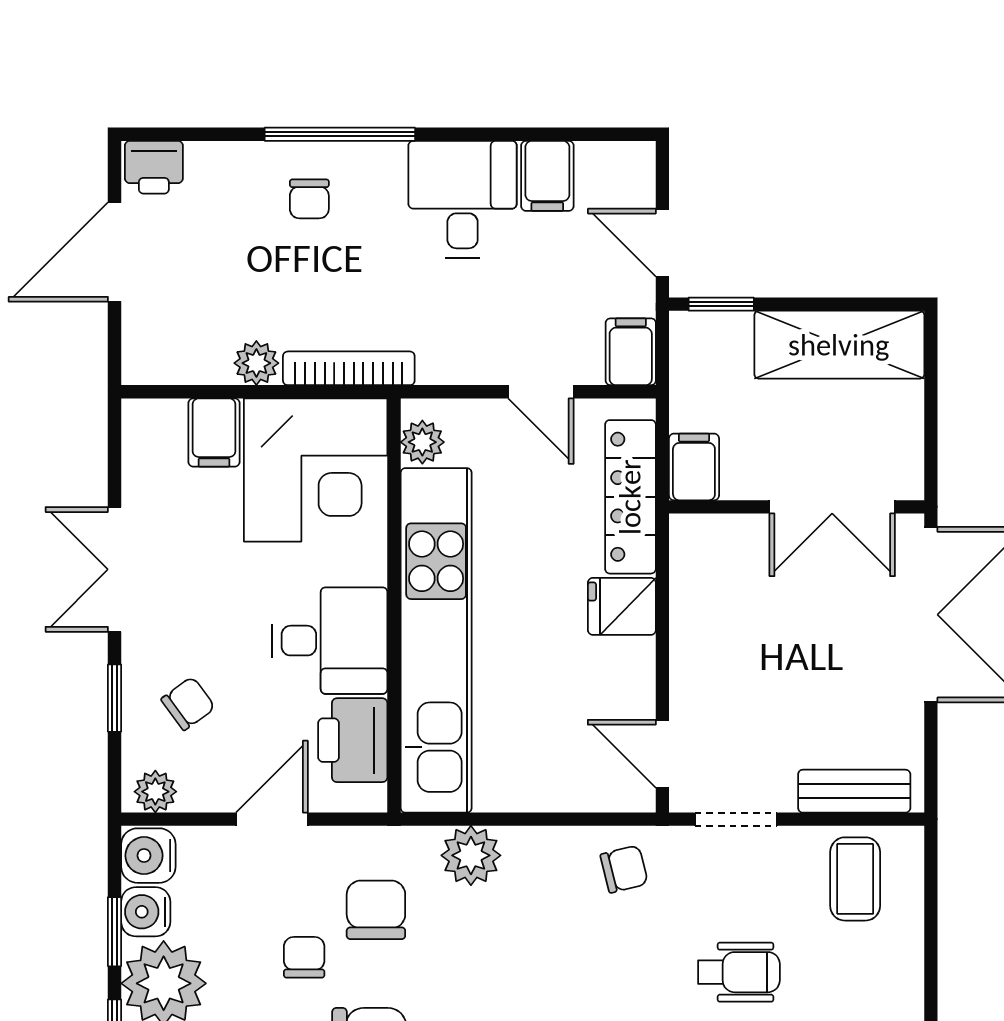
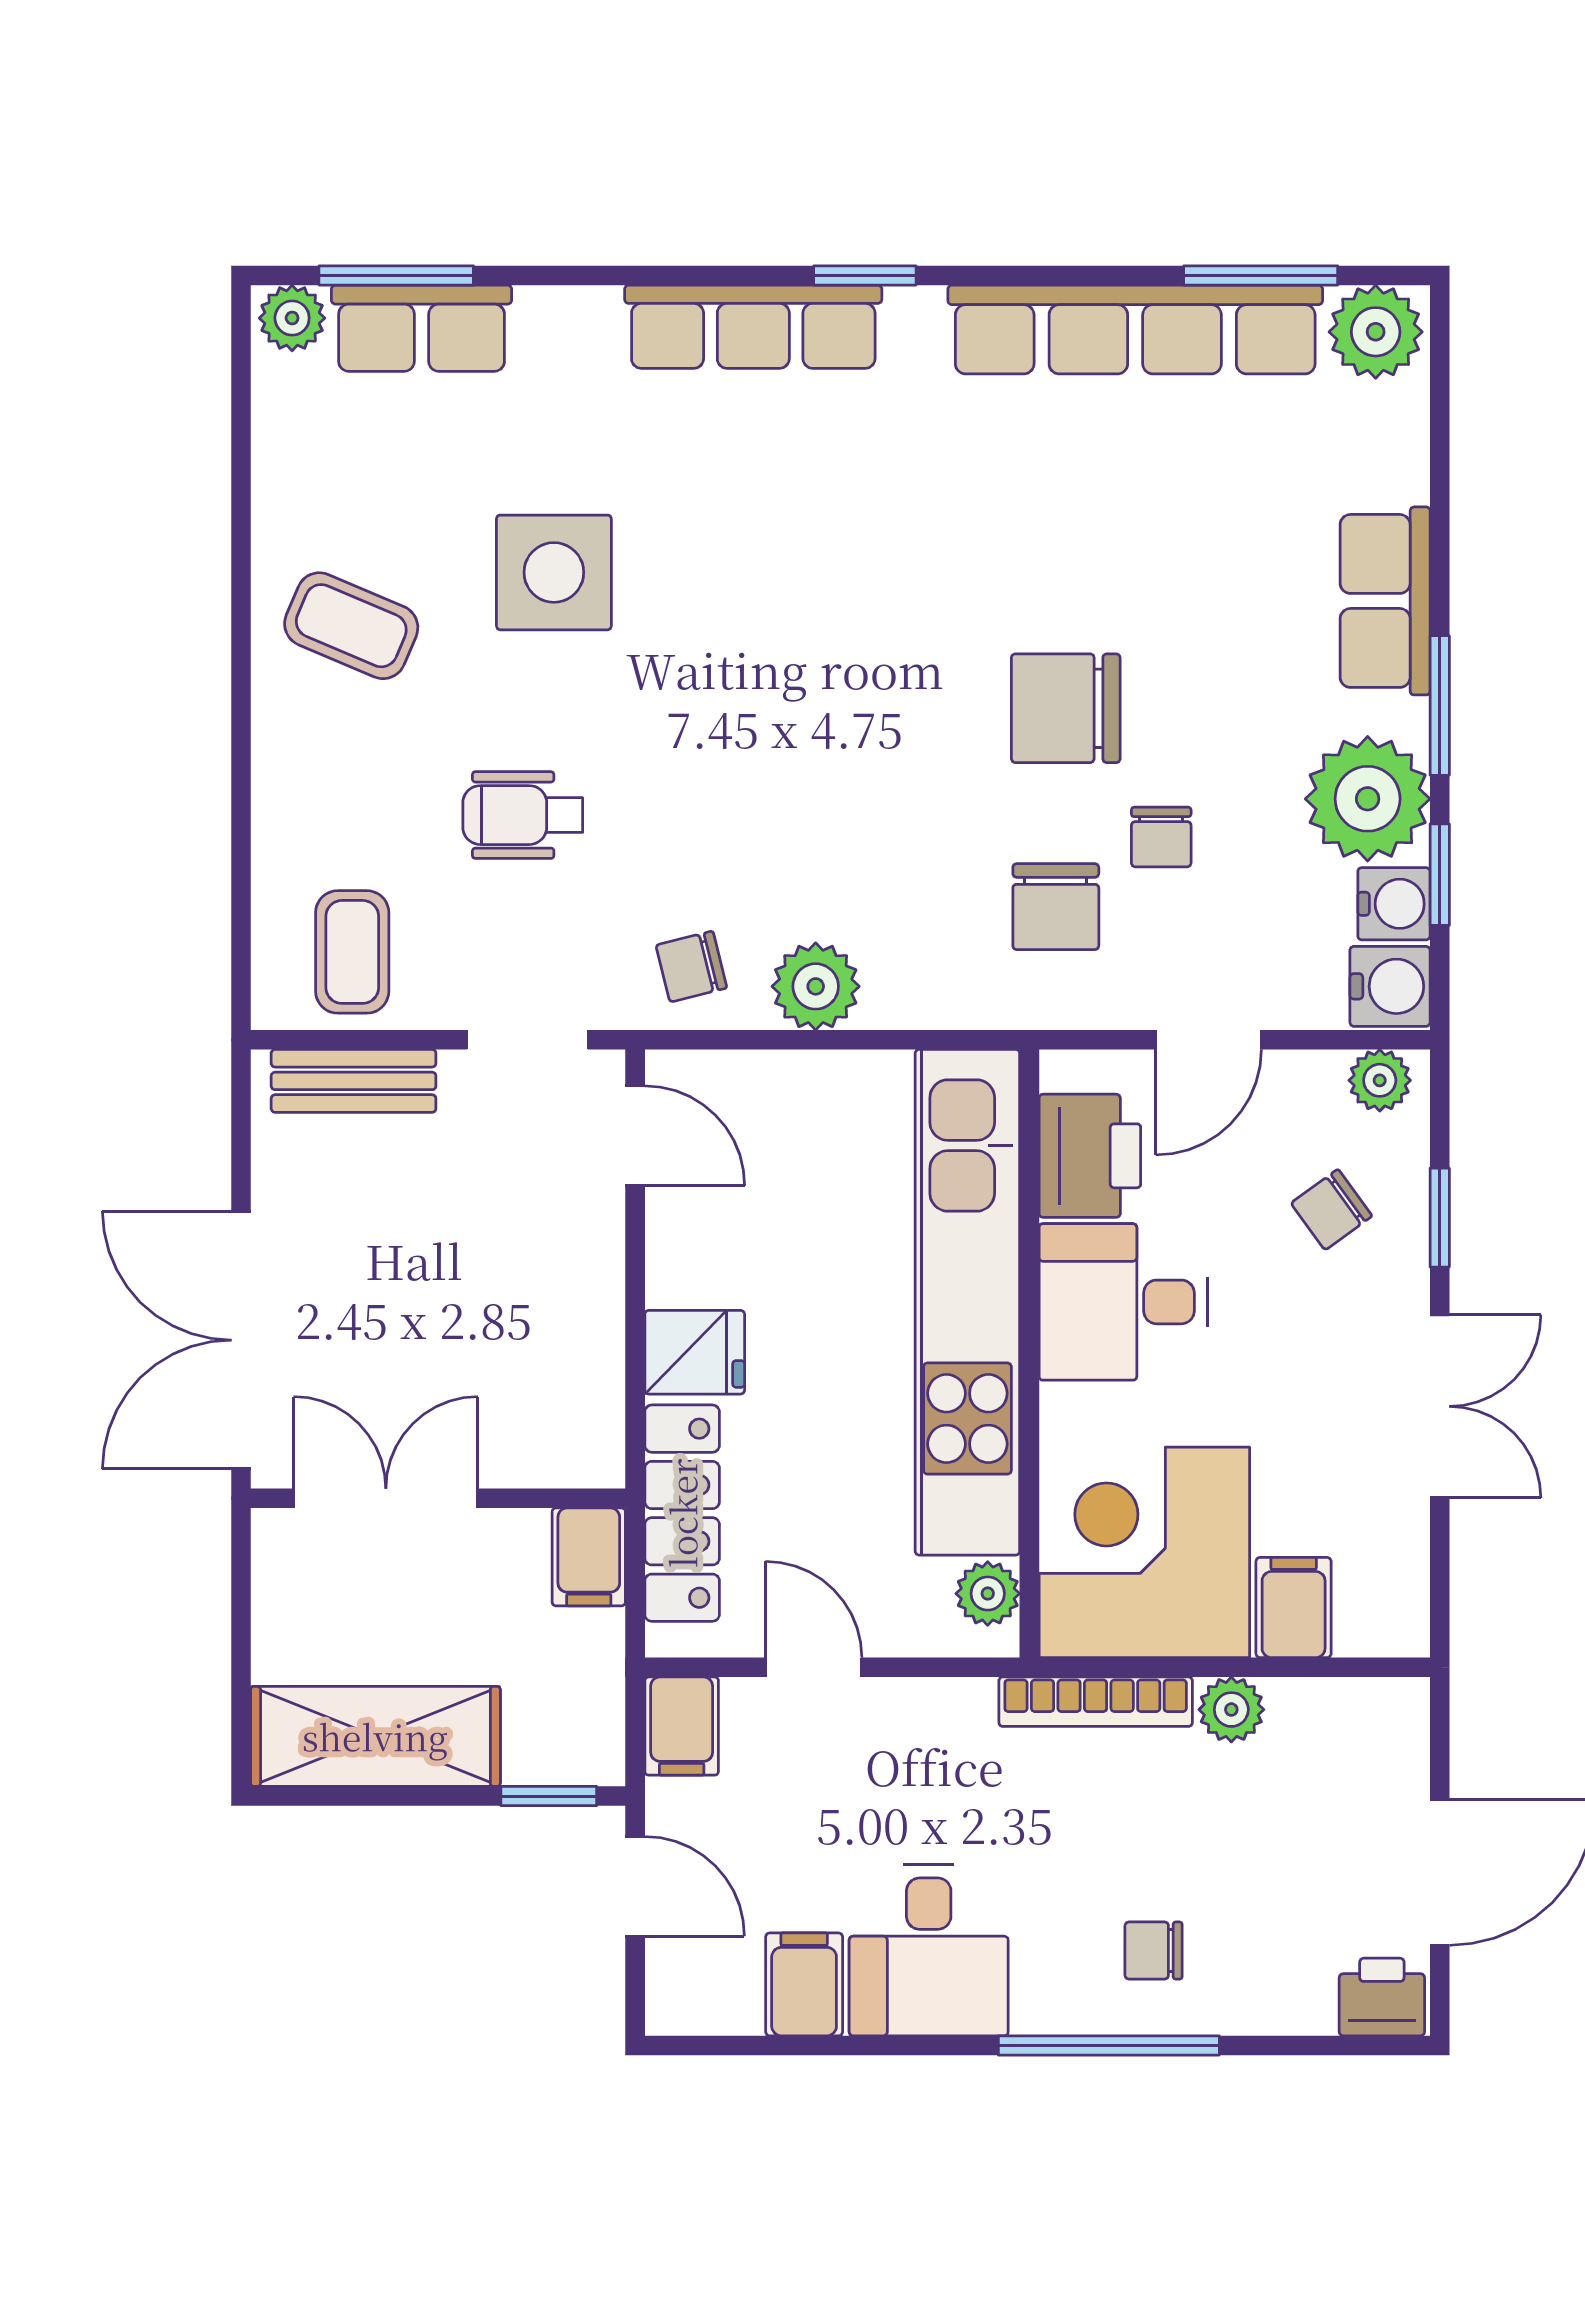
chair: (309, 199) -> (1154, 1951), turned -90
plant: (471, 855) -> (816, 986), moved

